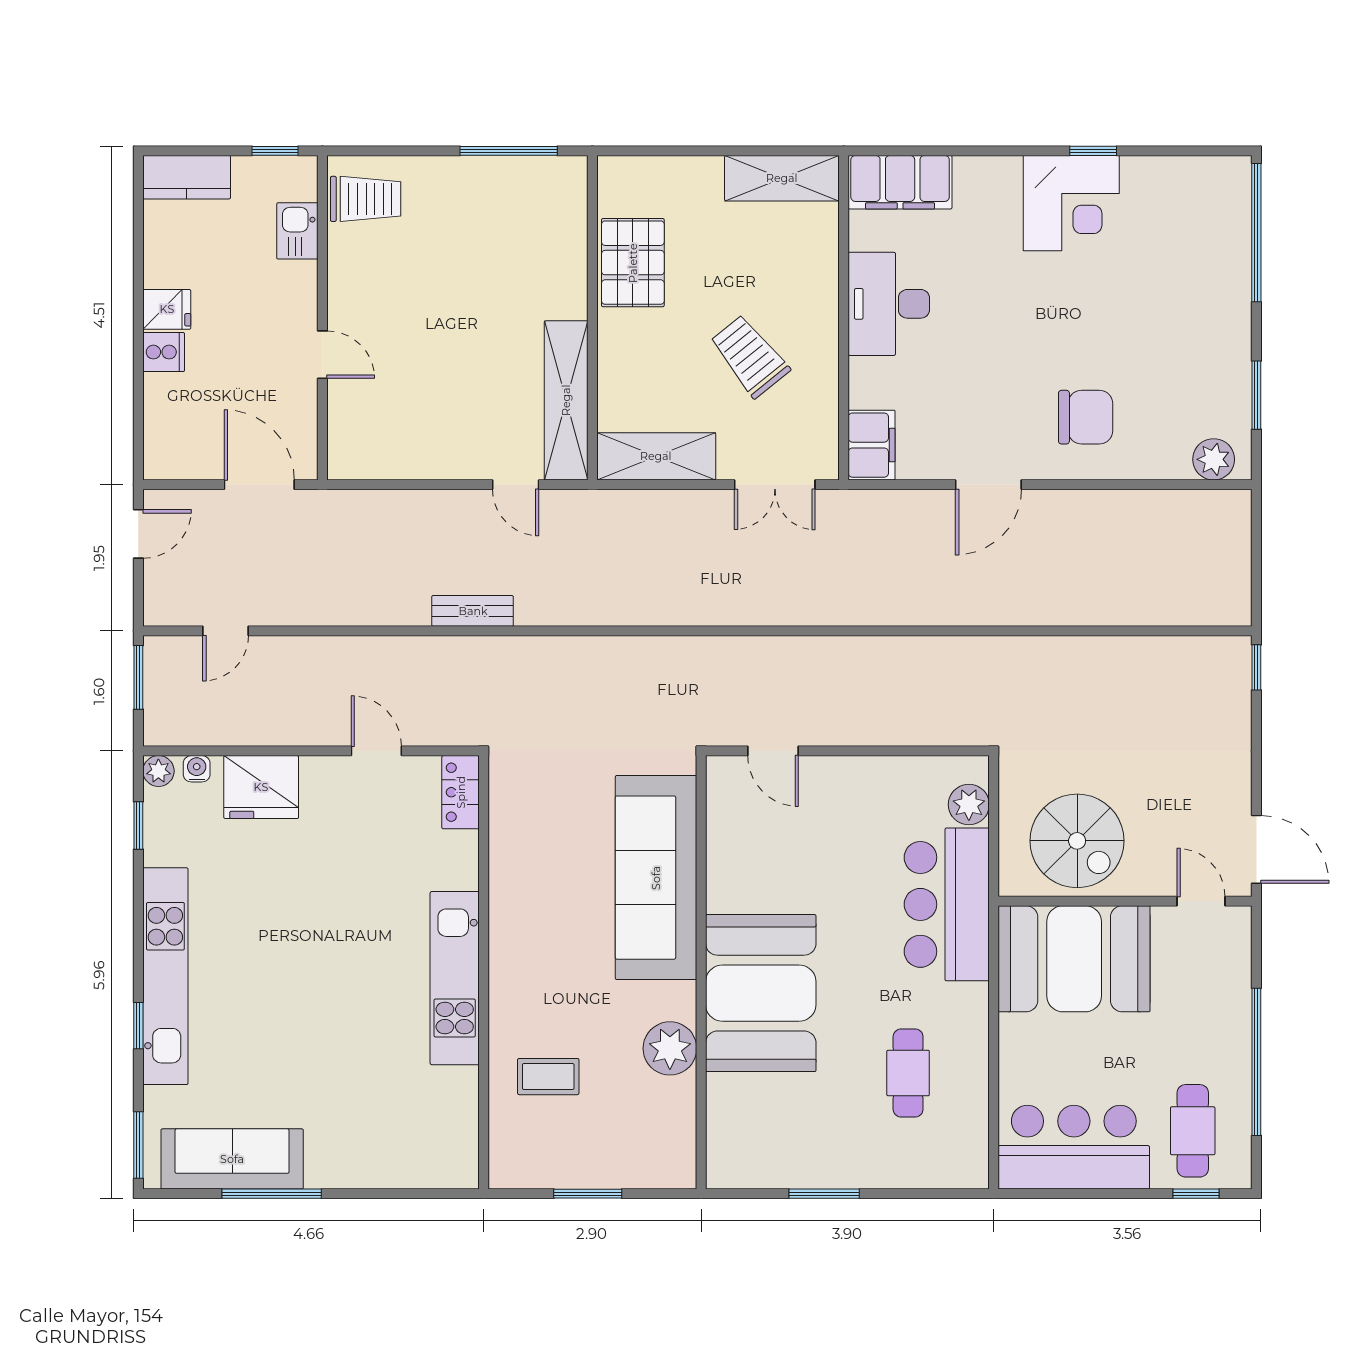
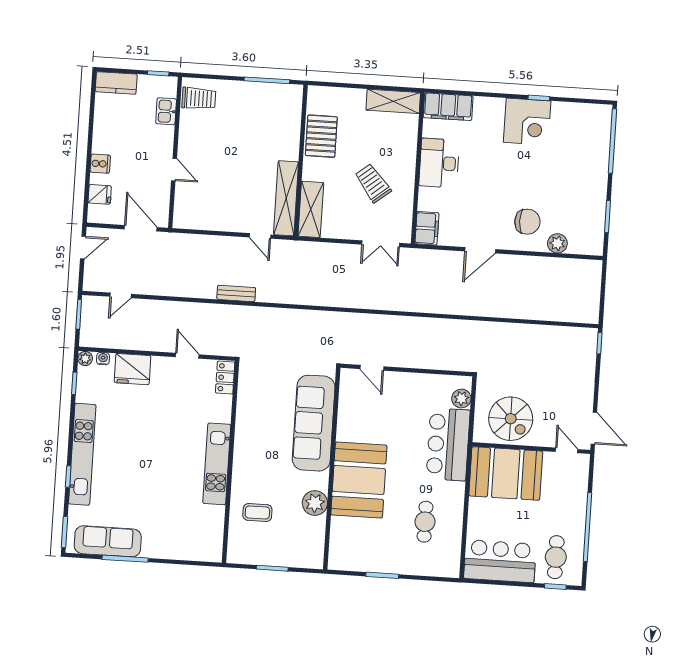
fridge: (167, 309) -> (100, 194), moved
shelving: (656, 456) -> (311, 209), moved, turned 90
plant: (1214, 459) -> (557, 243), moved

